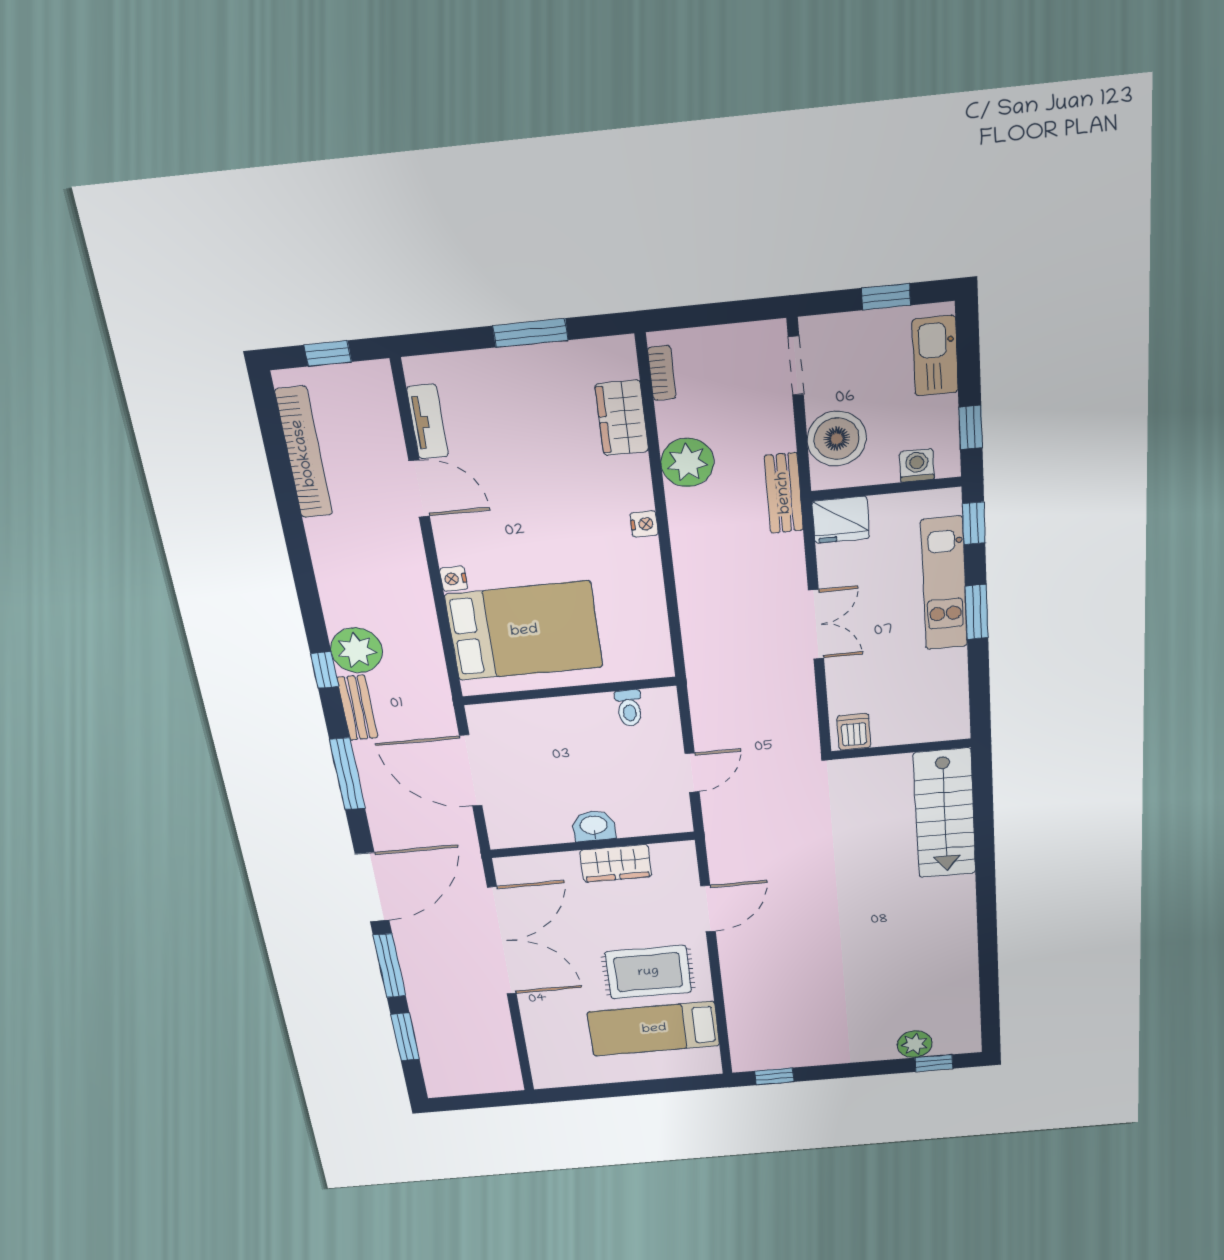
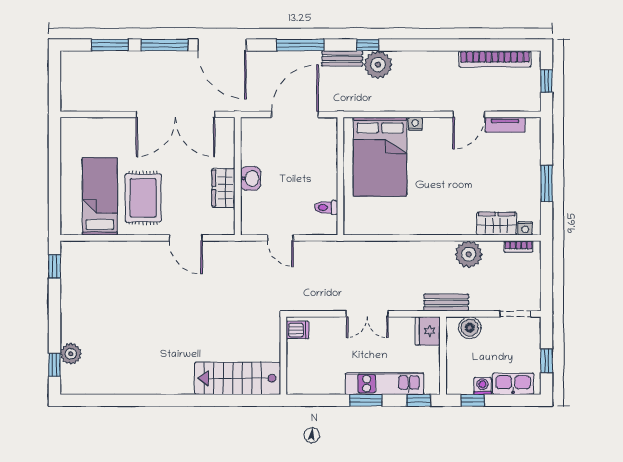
boiler: (837, 439) -> (470, 328), width x0.73, depth x0.73
washing machine: (917, 465) -> (482, 386), moved, turned -90
nightstand: (644, 524) -> (525, 228), moved

